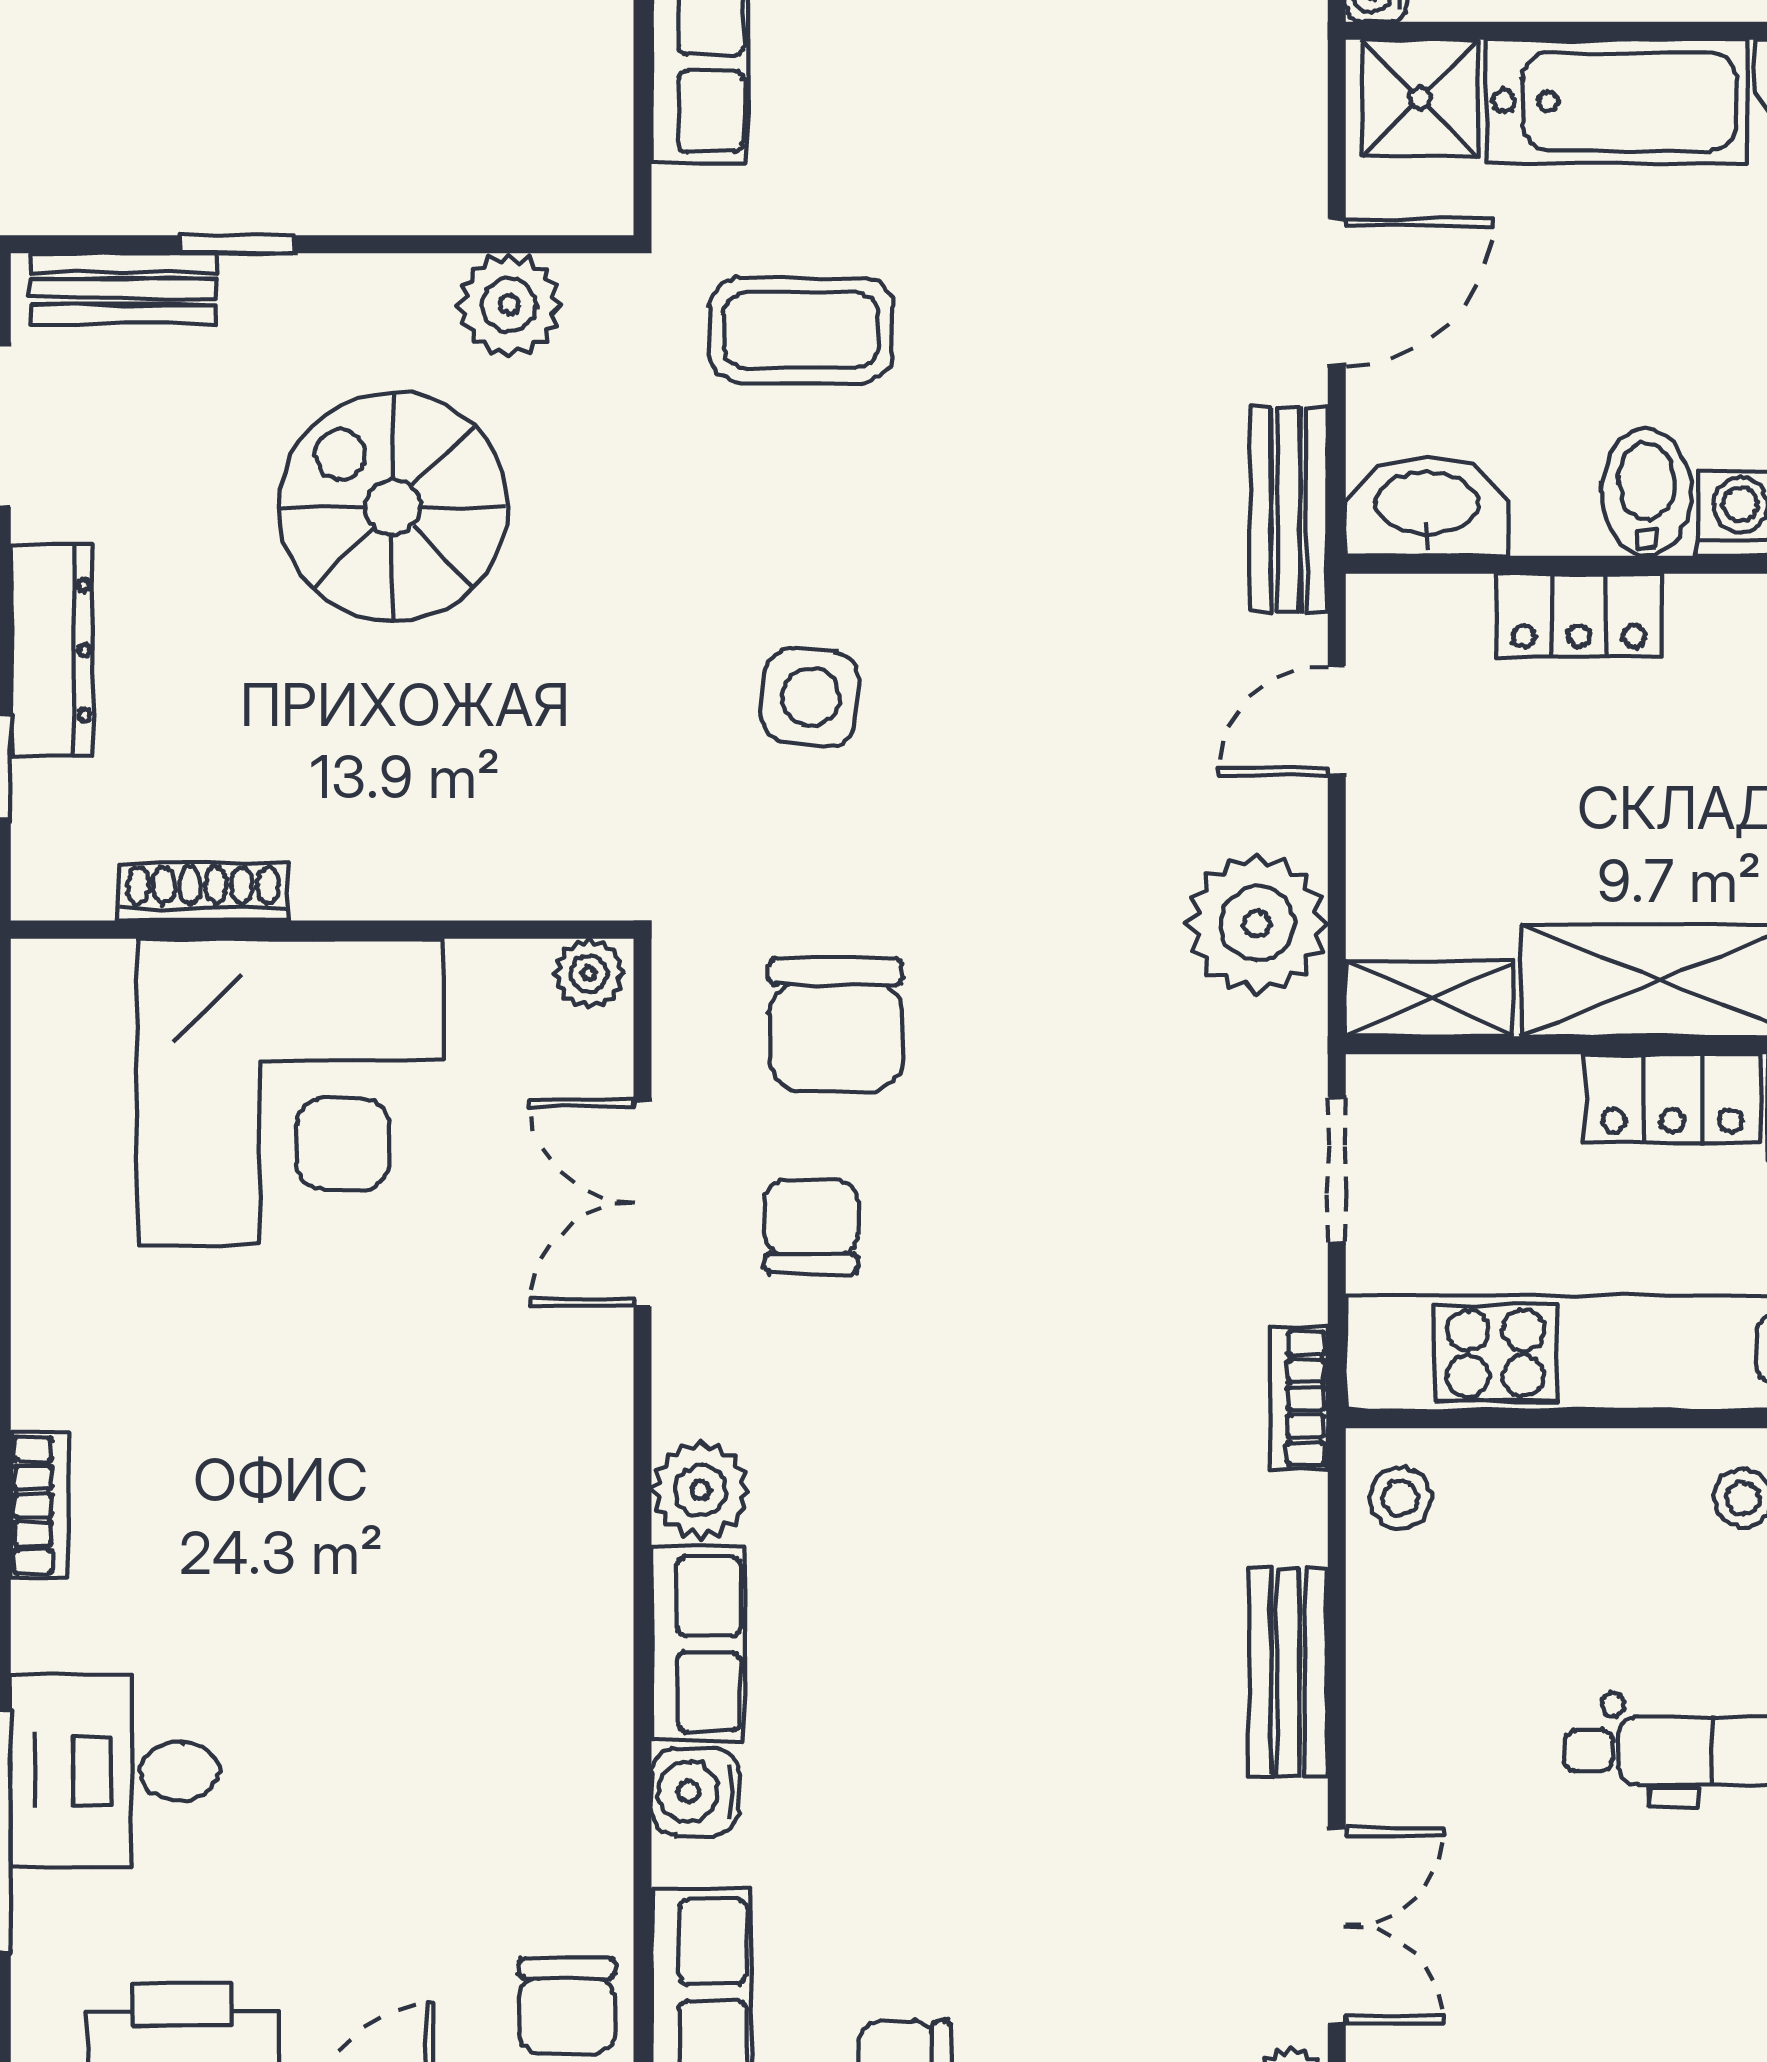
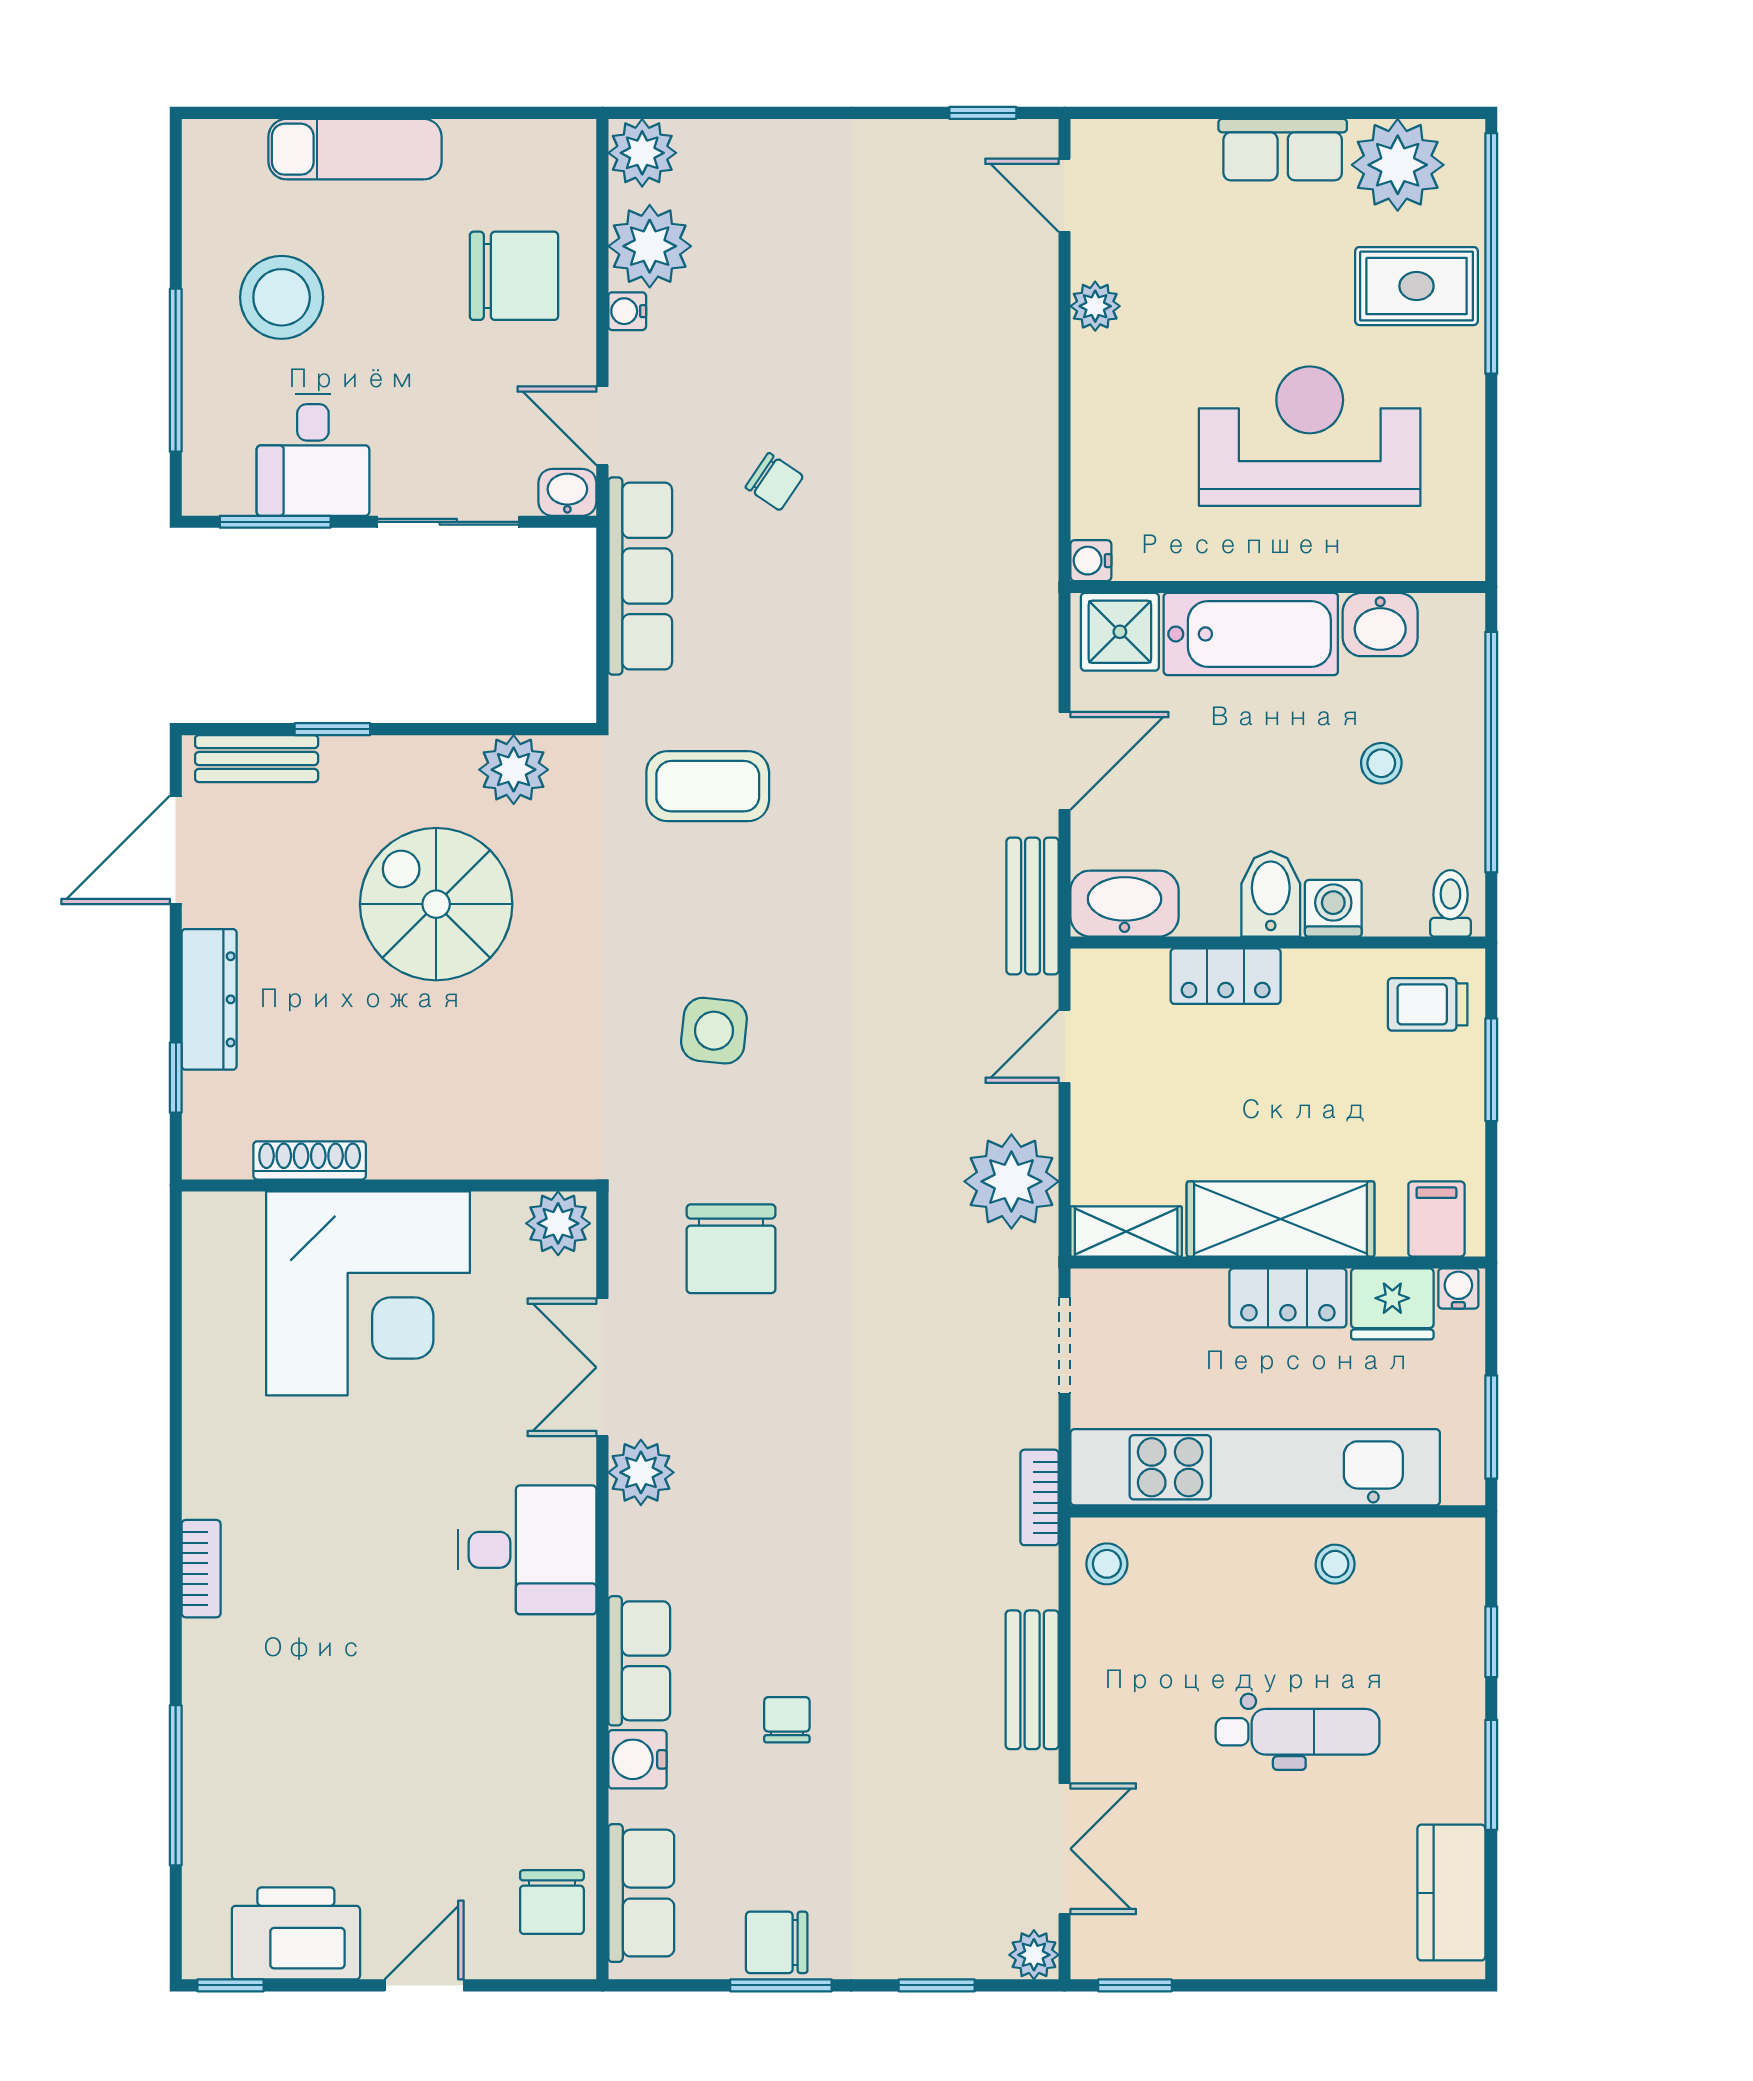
plant: (589, 973) -> (558, 1223), width x1.38, depth x1.38
chair: (811, 1226) -> (787, 1720), moved, width x0.73, depth x0.73
plant: (701, 1490) -> (641, 1472), moved
desk: (115, 1771) -> (527, 1550), moved, turned 180

